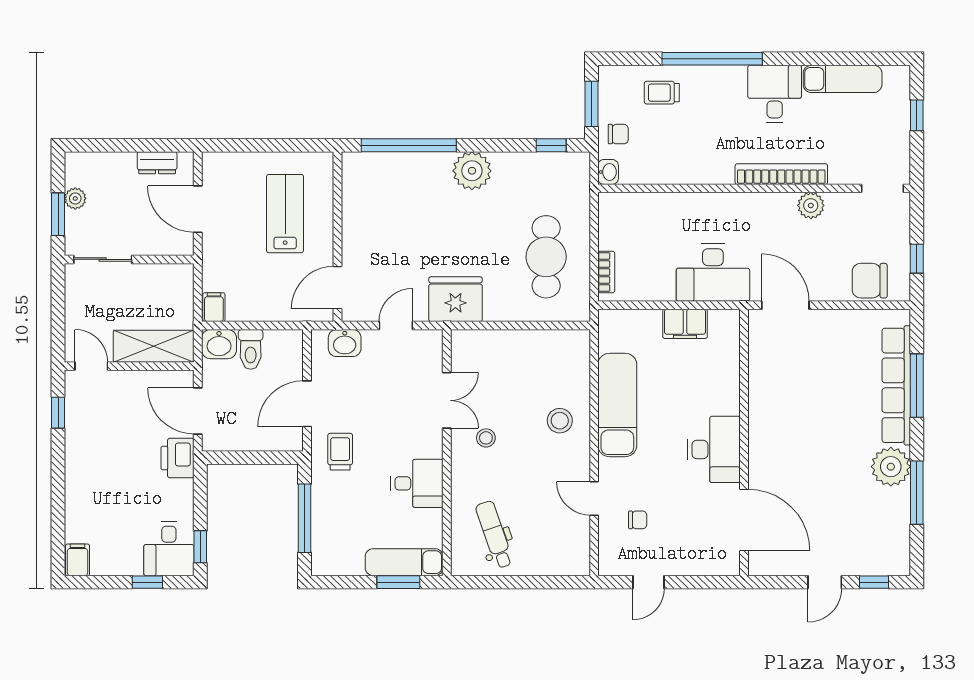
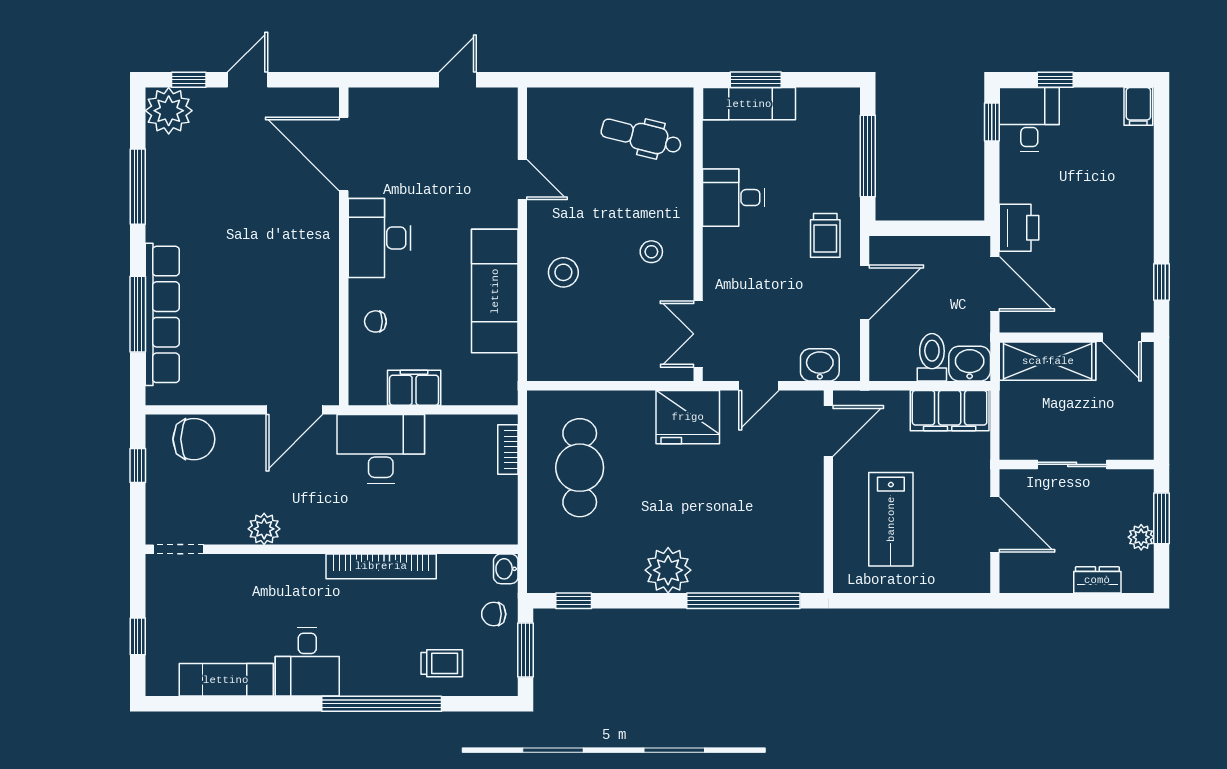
dresser: (157, 163) -> (1097, 580), moved
bookcase: (781, 174) -> (381, 566), moved
sliding door: (103, 259) -> (1072, 464), moved
door: (785, 305) -> (294, 410), hinge flipped
filing cabinet: (214, 307) -> (950, 411), width x3.00, depth x1.17
double door: (447, 400) -> (698, 334), moved
plant: (891, 467) -> (169, 111), moved
chair: (638, 520) -> (375, 321), moved
dental chair: (494, 535) -> (641, 137), turned 123

